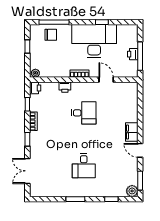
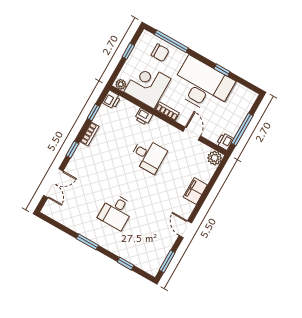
printer: (133, 54) -> (225, 141), moved
corner desk: (55, 63) -> (147, 85), added
filing cabinet: (132, 132) -> (195, 191), moved
double door: (27, 171) -> (53, 183), swing flipped
plant: (132, 191) -> (215, 158), moved

